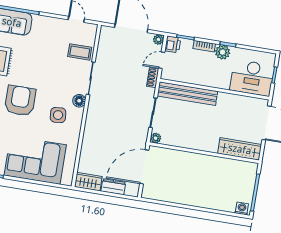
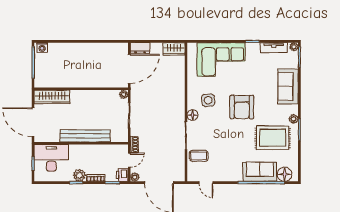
bench: (187, 94) -> (85, 136), moved
dresser: (113, 187) -> (140, 48), moved

